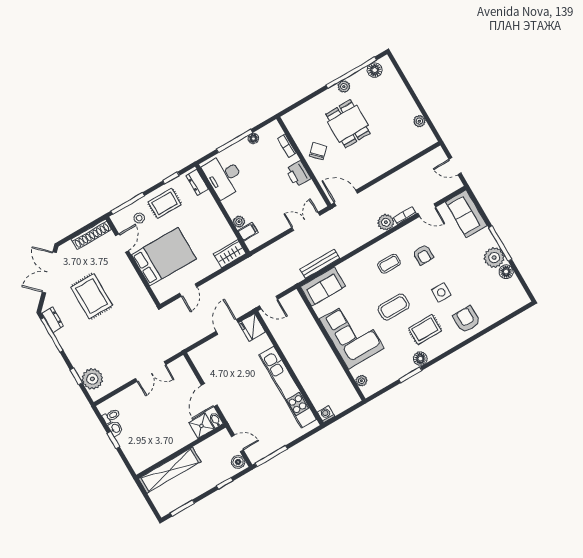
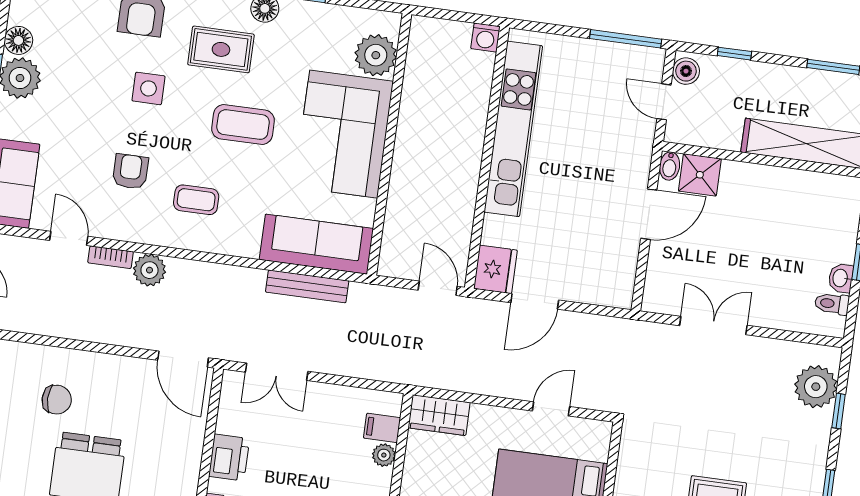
chair: (318, 151) -> (57, 400), moved, turned -136
sofa: (323, 287) -> (316, 244), width x1.36
plant: (361, 381) -> (376, 55), width x1.87, depth x1.87

